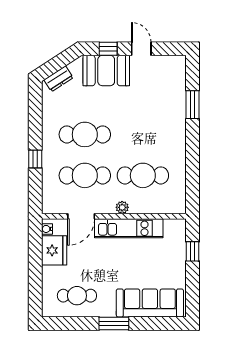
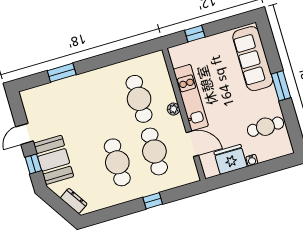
water cooler: (47, 229) -> (252, 160), moved
cafe table: (77, 296) -> (265, 127), turned 90

